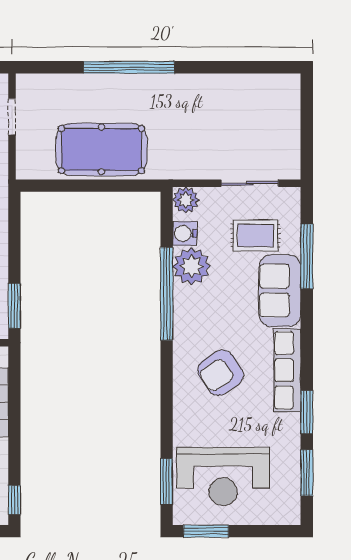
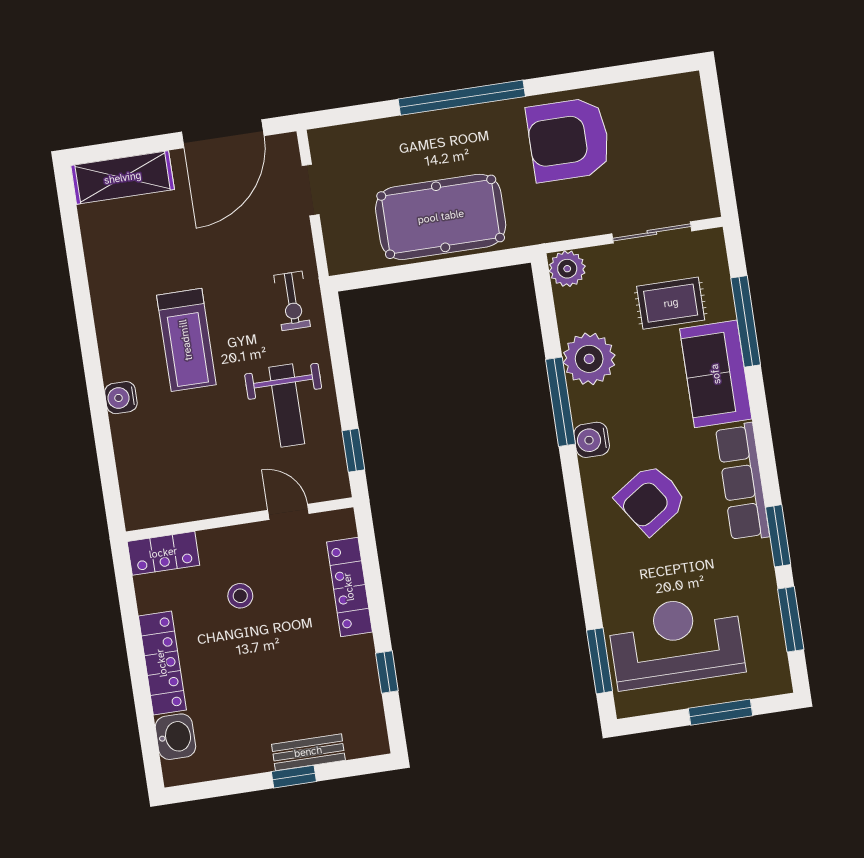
armchair: (201, 108) -> (569, 140), added
water cooler: (185, 233) -> (592, 440), moved
window: (167, 294) -> (560, 402), width x0.68
window: (14, 306) -> (353, 450), width x0.67
reception desk: (223, 476) -> (676, 642), turned 180
window: (14, 500) -> (387, 672), moved
window: (206, 531) -> (720, 712), moved

